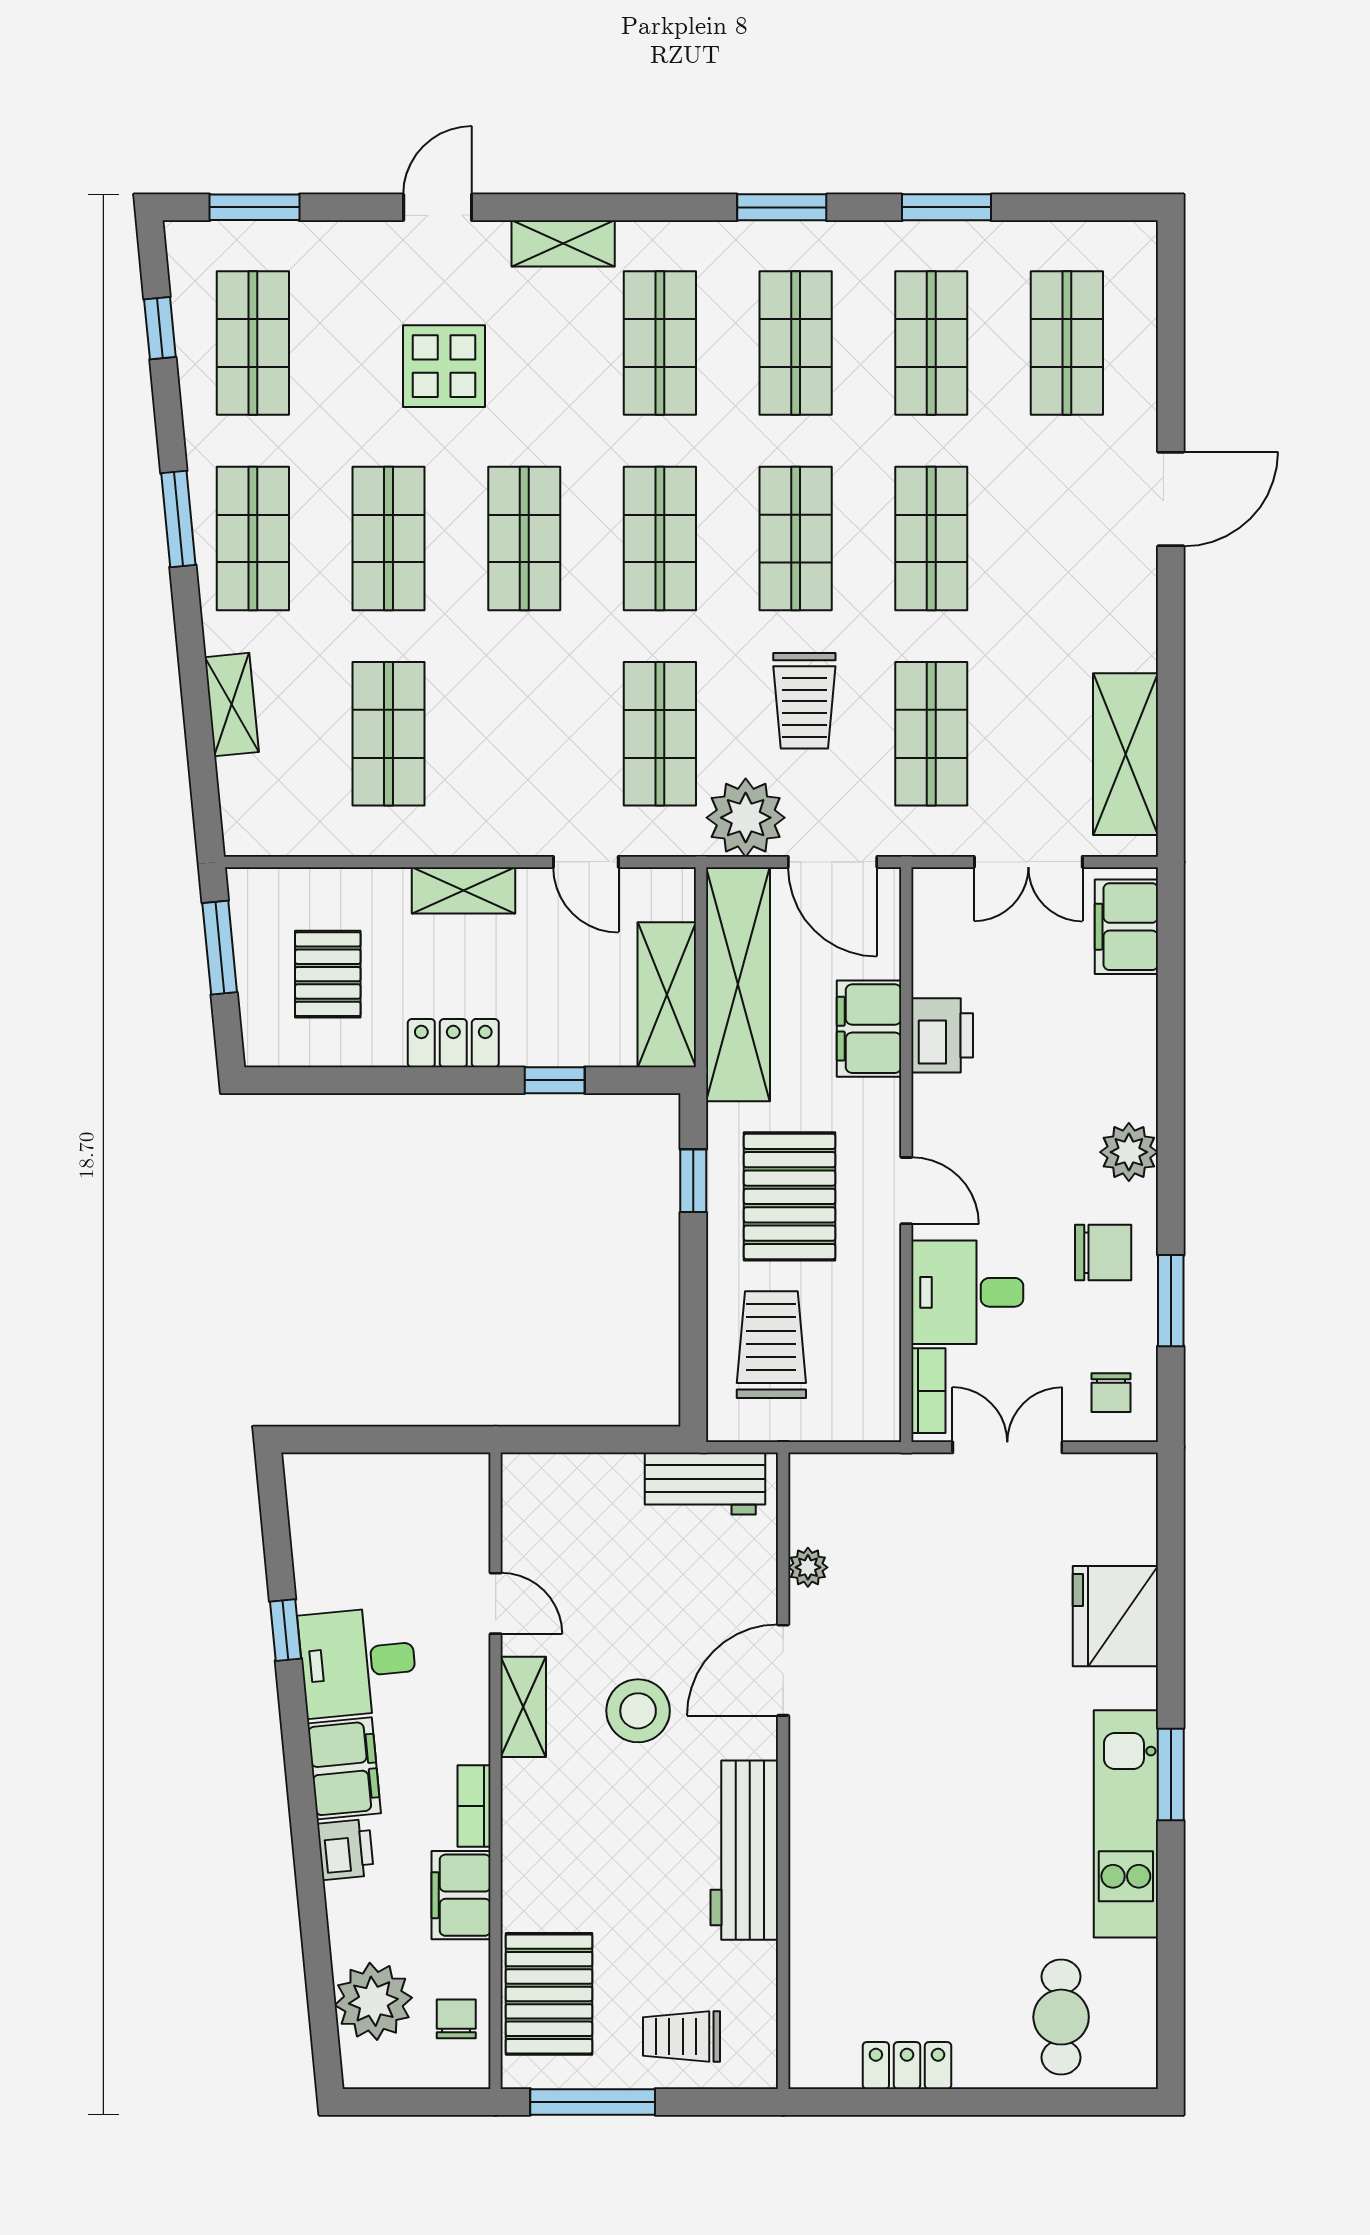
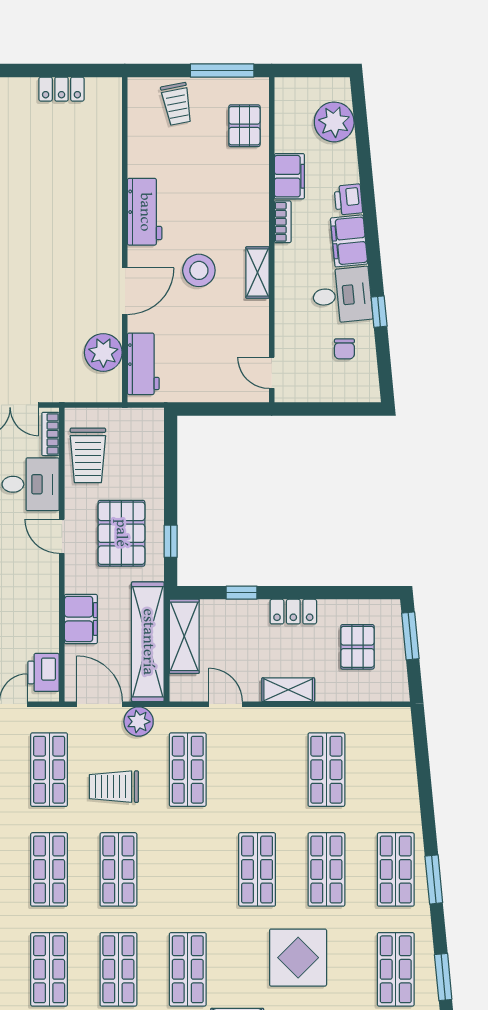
window: (160, 328) -> (443, 977), width x1.50
display table: (444, 366) -> (298, 958), width x1.36, depth x1.36
shop shelf: (660, 538) -> (188, 869), removed
trolley: (804, 701) -> (114, 787), turned -90
shelving: (232, 705) -> (407, 785), removed
plant: (746, 818) -> (139, 722), width x0.73, depth x0.73
window: (220, 948) -> (410, 636), moved
printer: (942, 1035) -> (43, 672), moved
trolley: (771, 1345) -> (88, 455), moved
workbench: (705, 1483) -> (143, 364), moved, turned 90
plant: (808, 1567) -> (103, 353), width x1.87, depth x1.87
door: (496, 1603) -> (272, 373), moved
workbench: (744, 1850) -> (145, 212), width x0.73
pallet: (549, 1994) -> (244, 126), width x0.67, depth x0.71
chair: (456, 2019) -> (344, 349), moved
trolley: (681, 2037) -> (177, 104), turned 79

